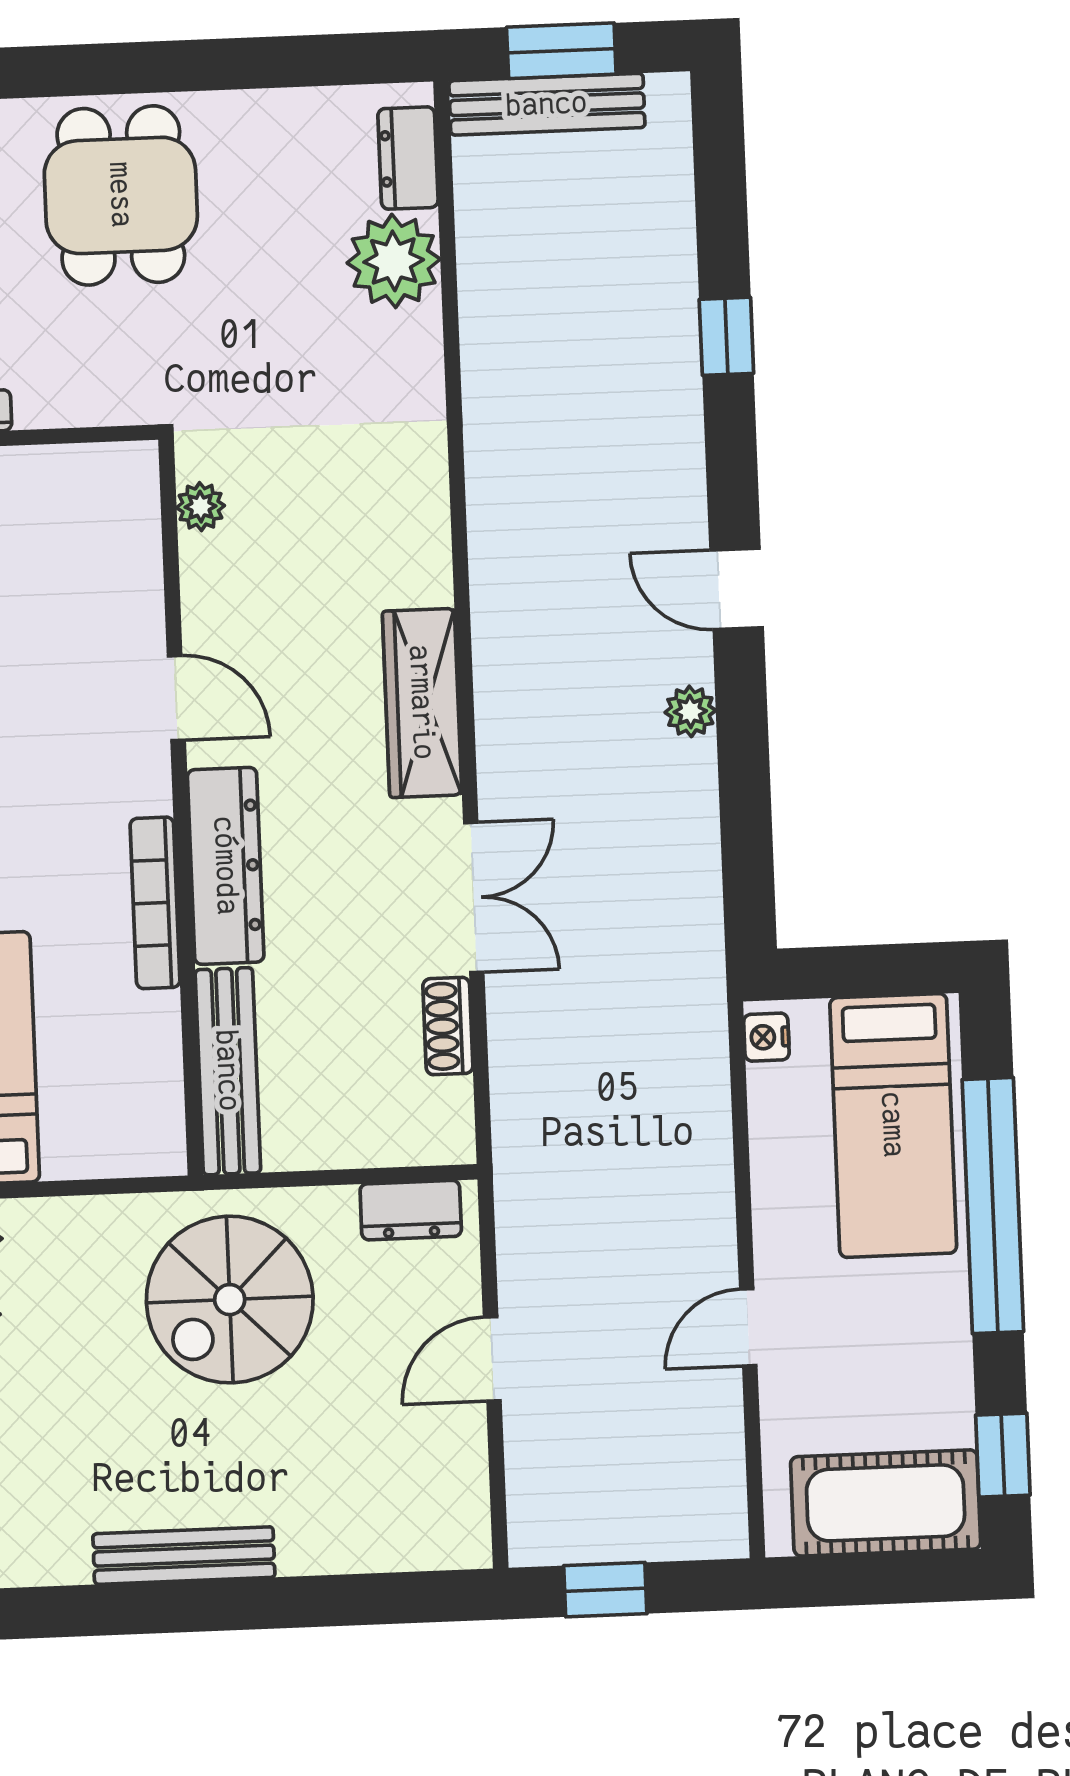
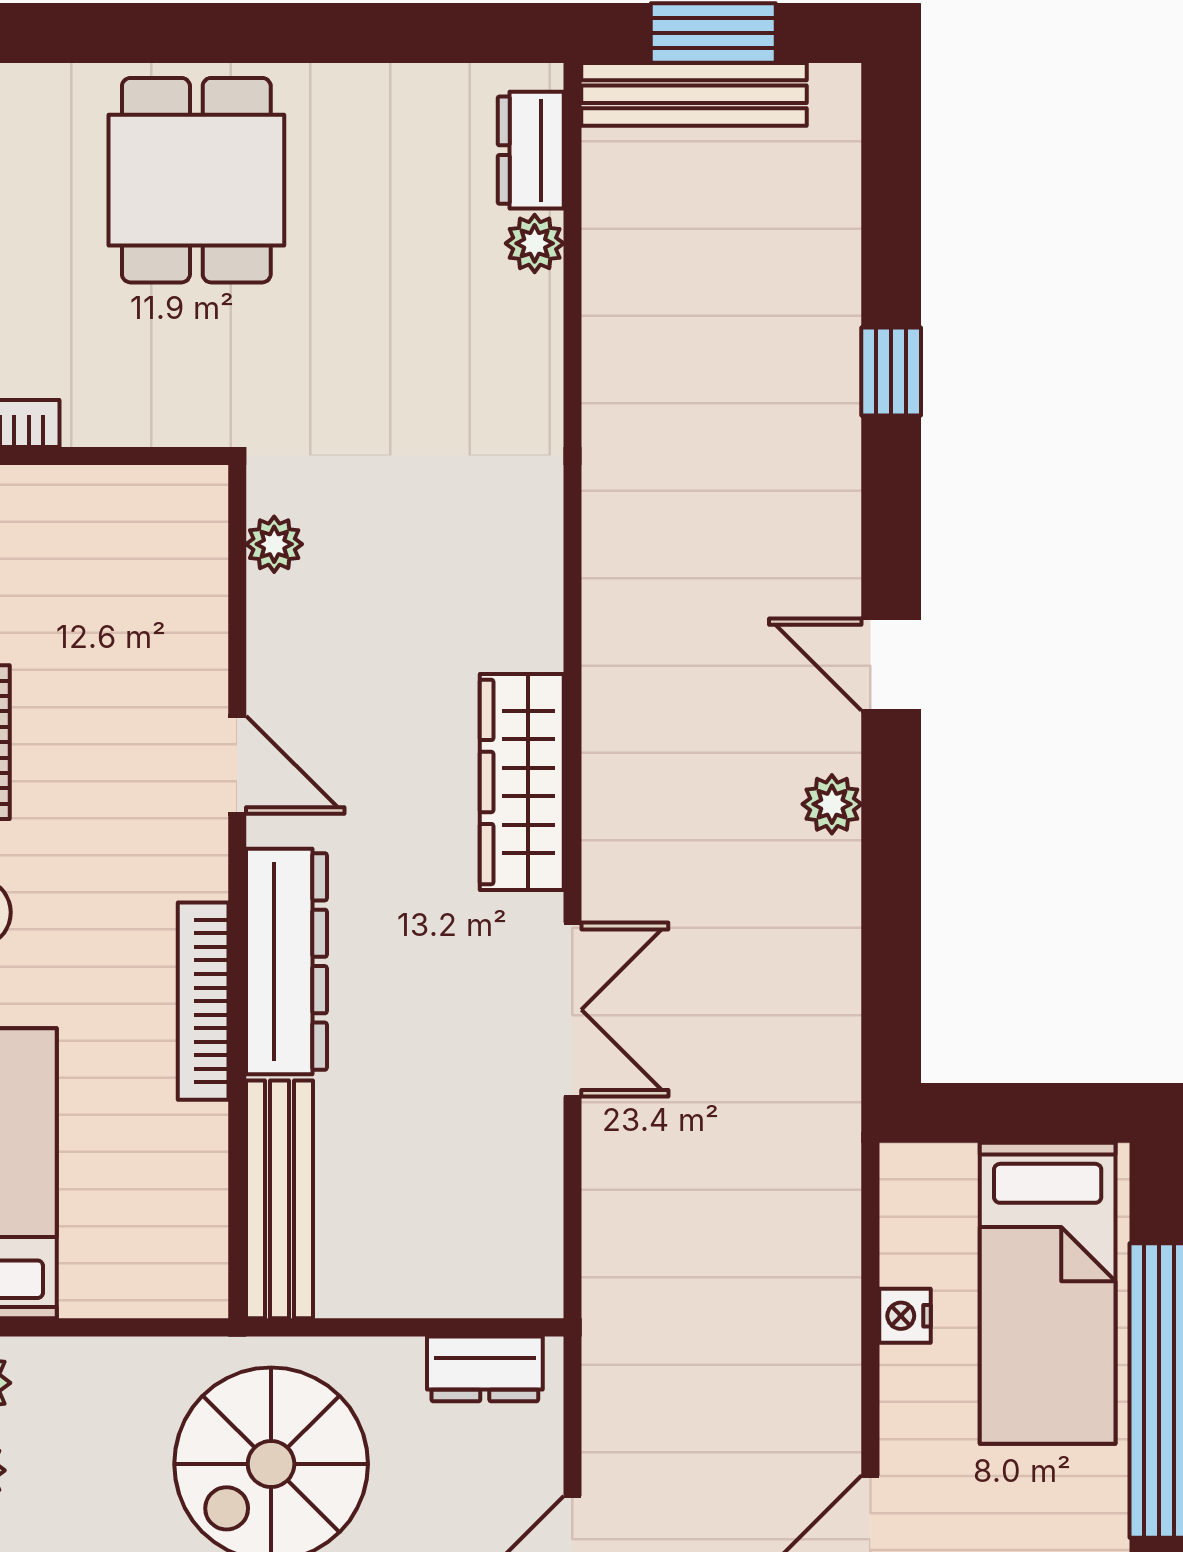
plant: (394, 261) -> (535, 243), width x0.53, depth x0.53
shoe rack: (448, 1026) -> (536, 1157), removed
nightstand: (766, 1037) -> (905, 1316), moved

